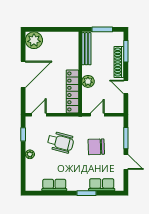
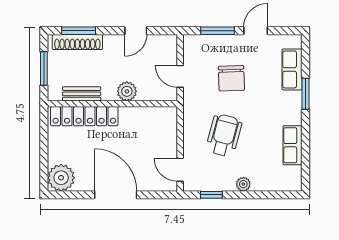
bench: (86, 49) -> (82, 94), width x0.73
shoe rack: (119, 62) -> (77, 42), moved
locker: (72, 91) -> (84, 116), moved

